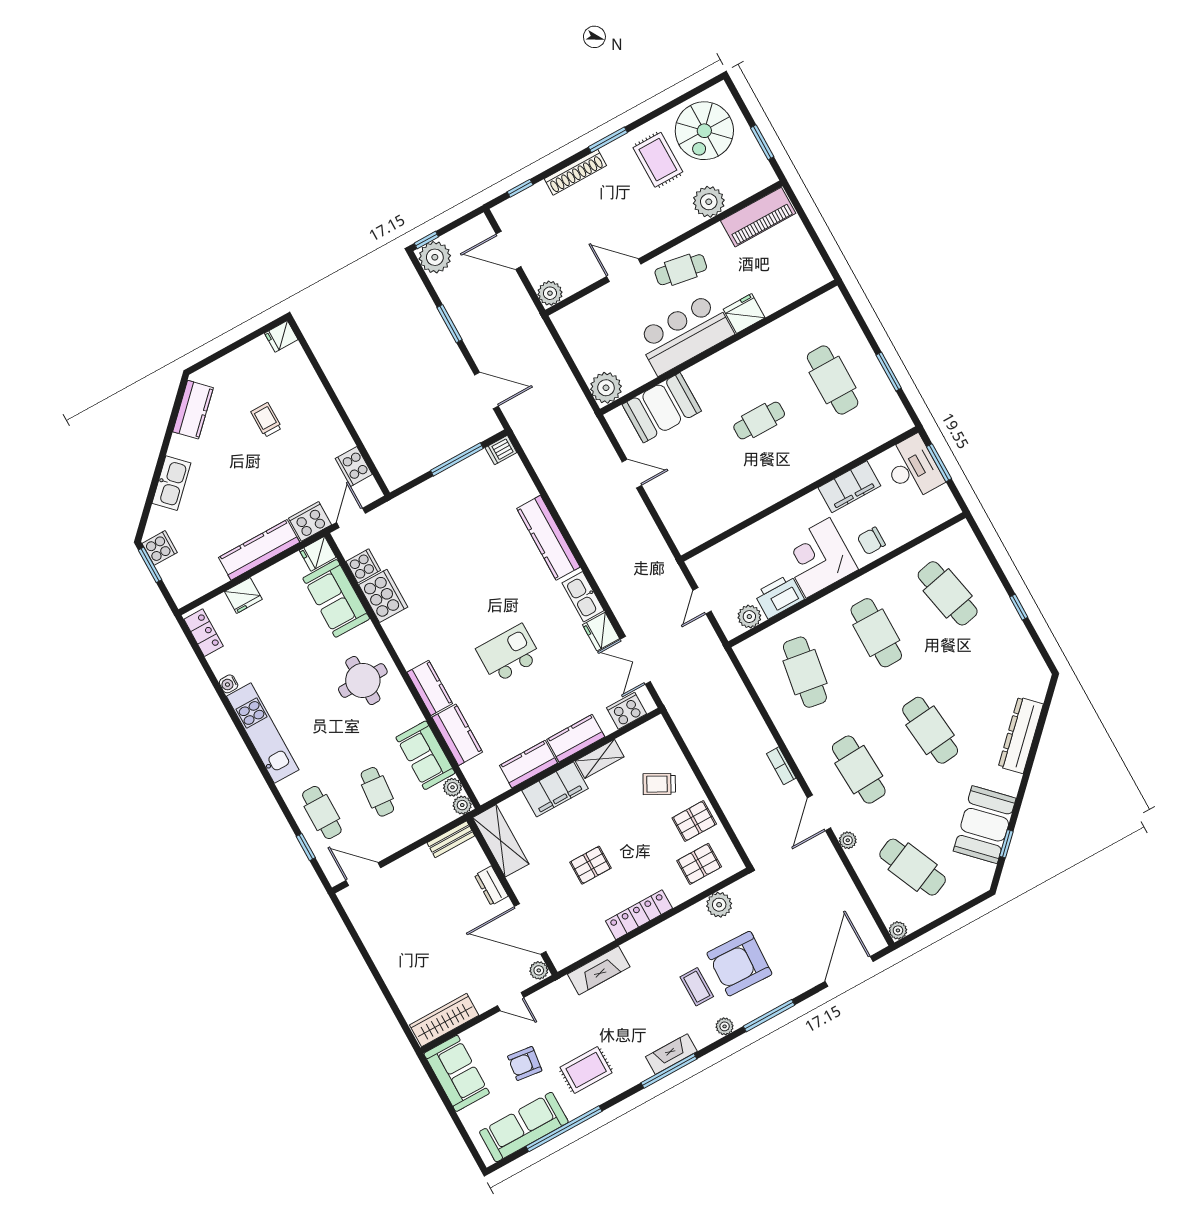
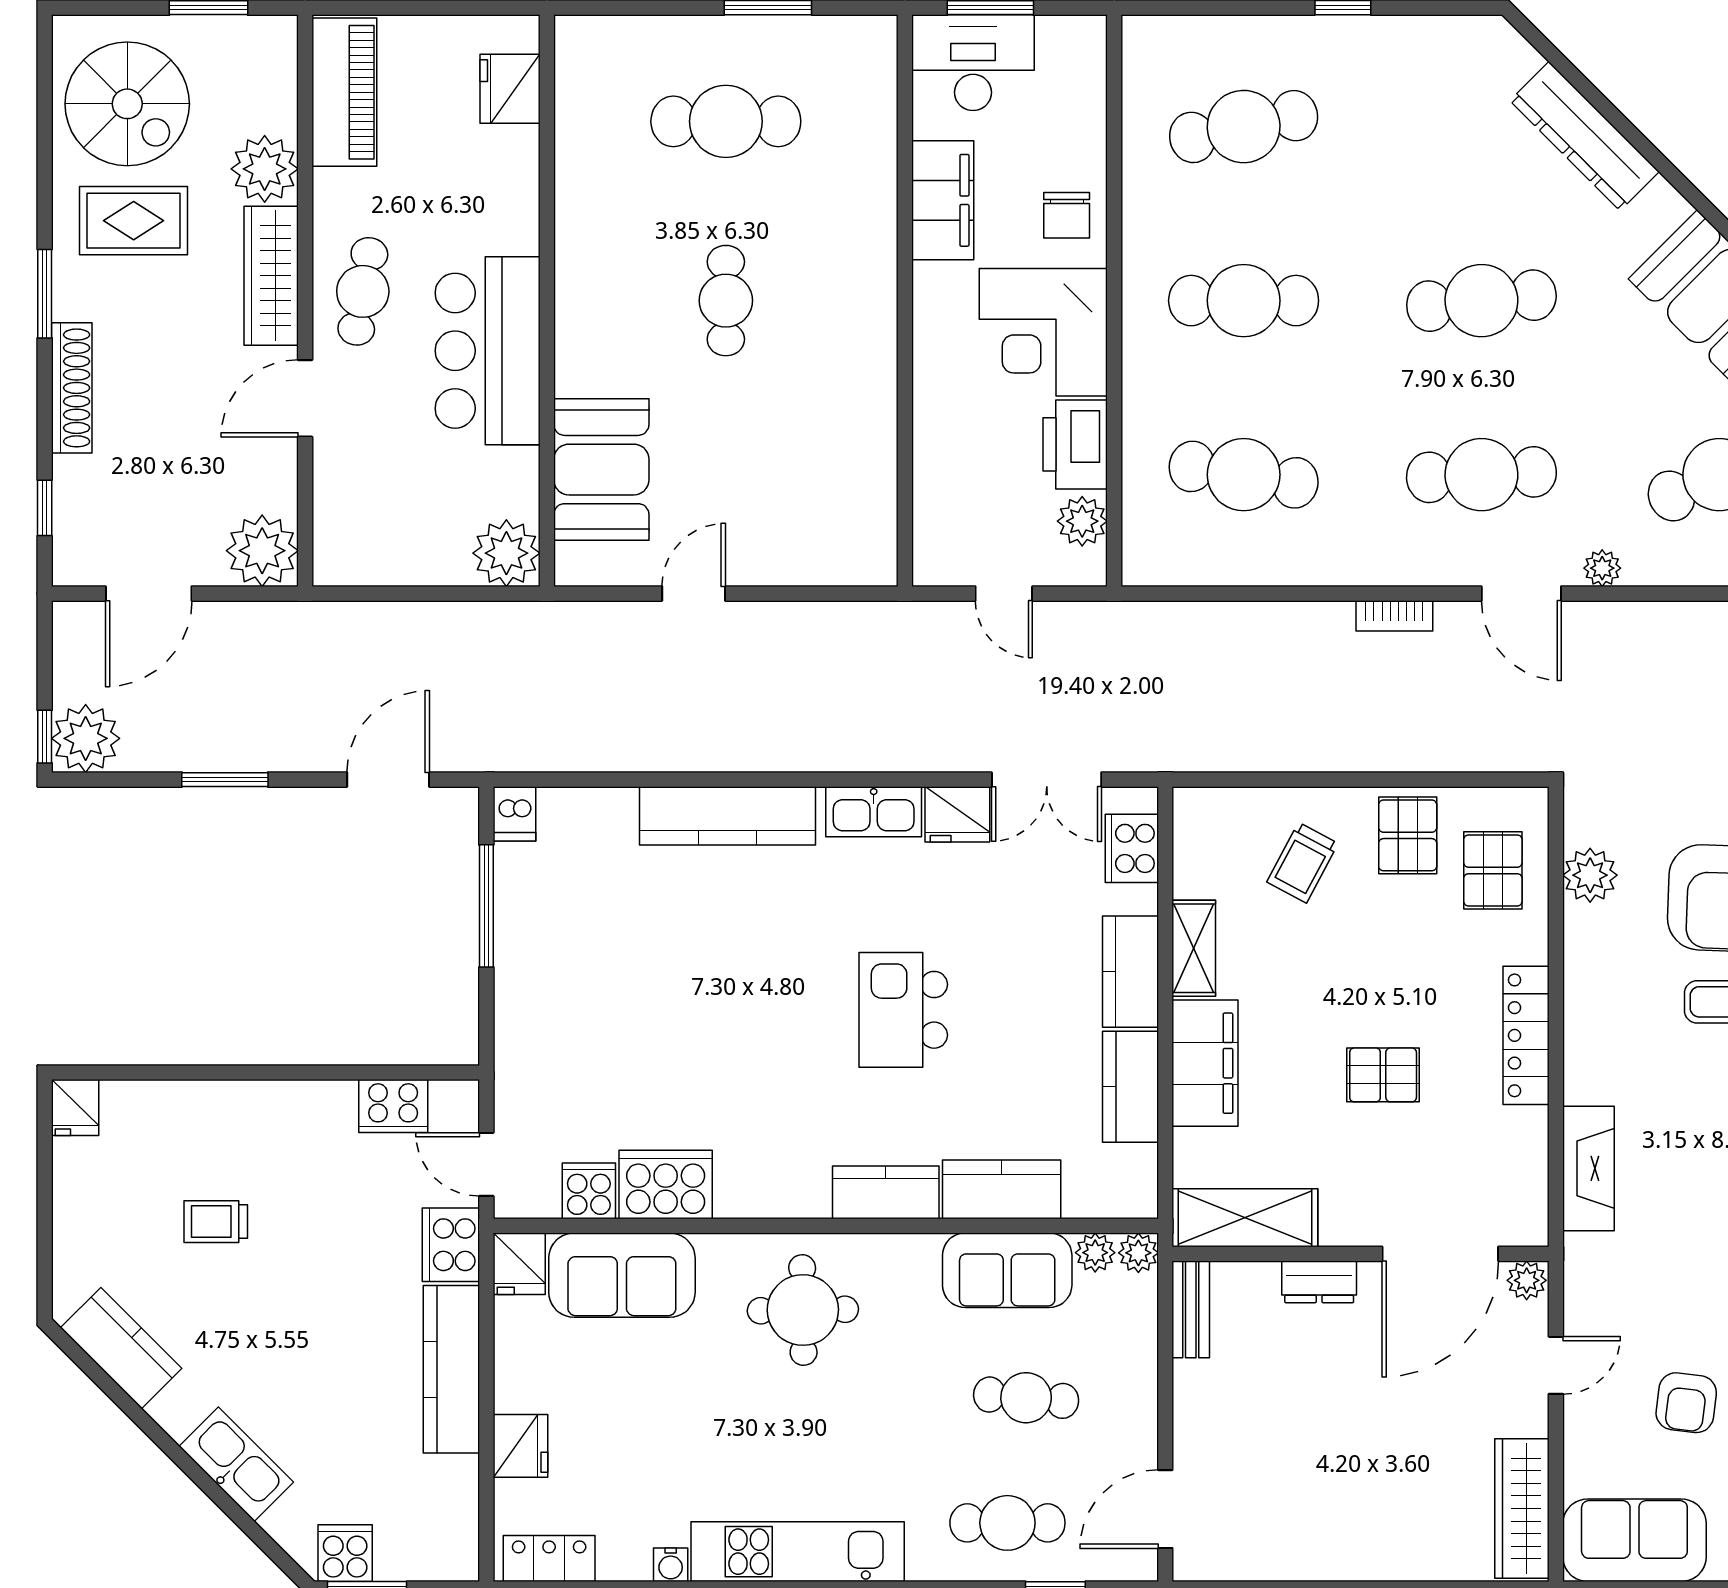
wardrobe: (666, 229) -> (271, 276), added
plant: (550, 293) -> (262, 551), width x1.36, depth x1.36
fridge: (744, 313) -> (510, 89), moved
pallet: (590, 865) -> (1383, 1075), turned 90

